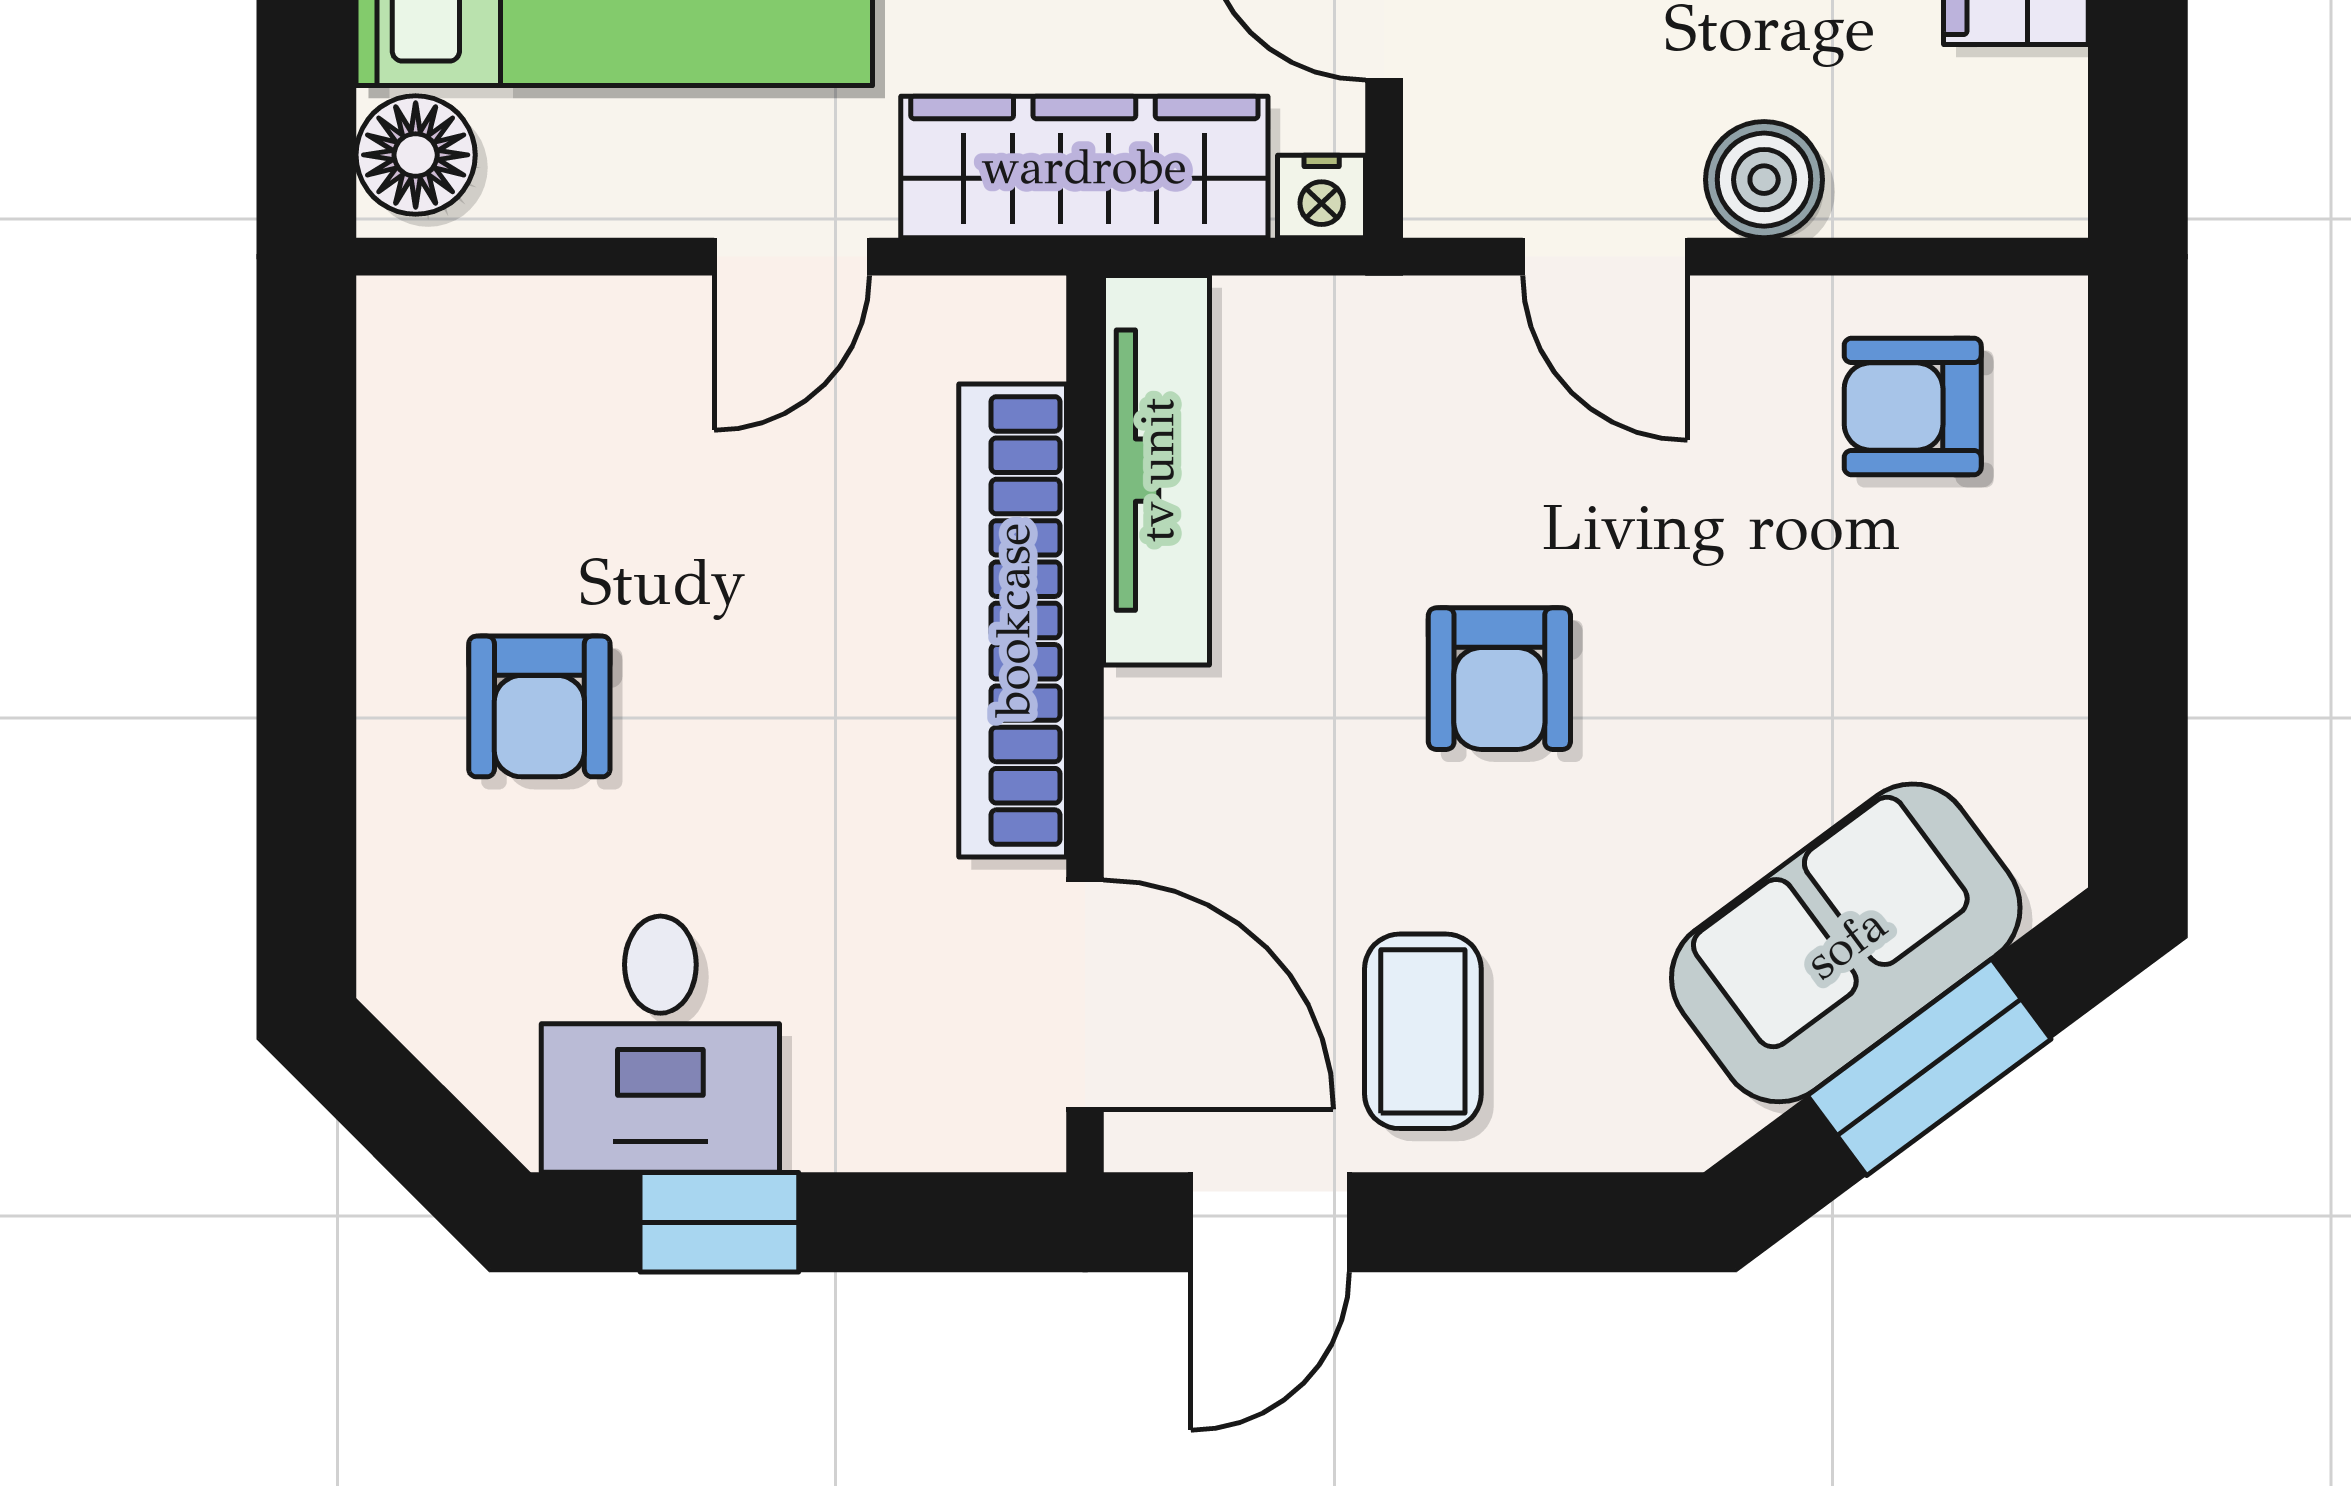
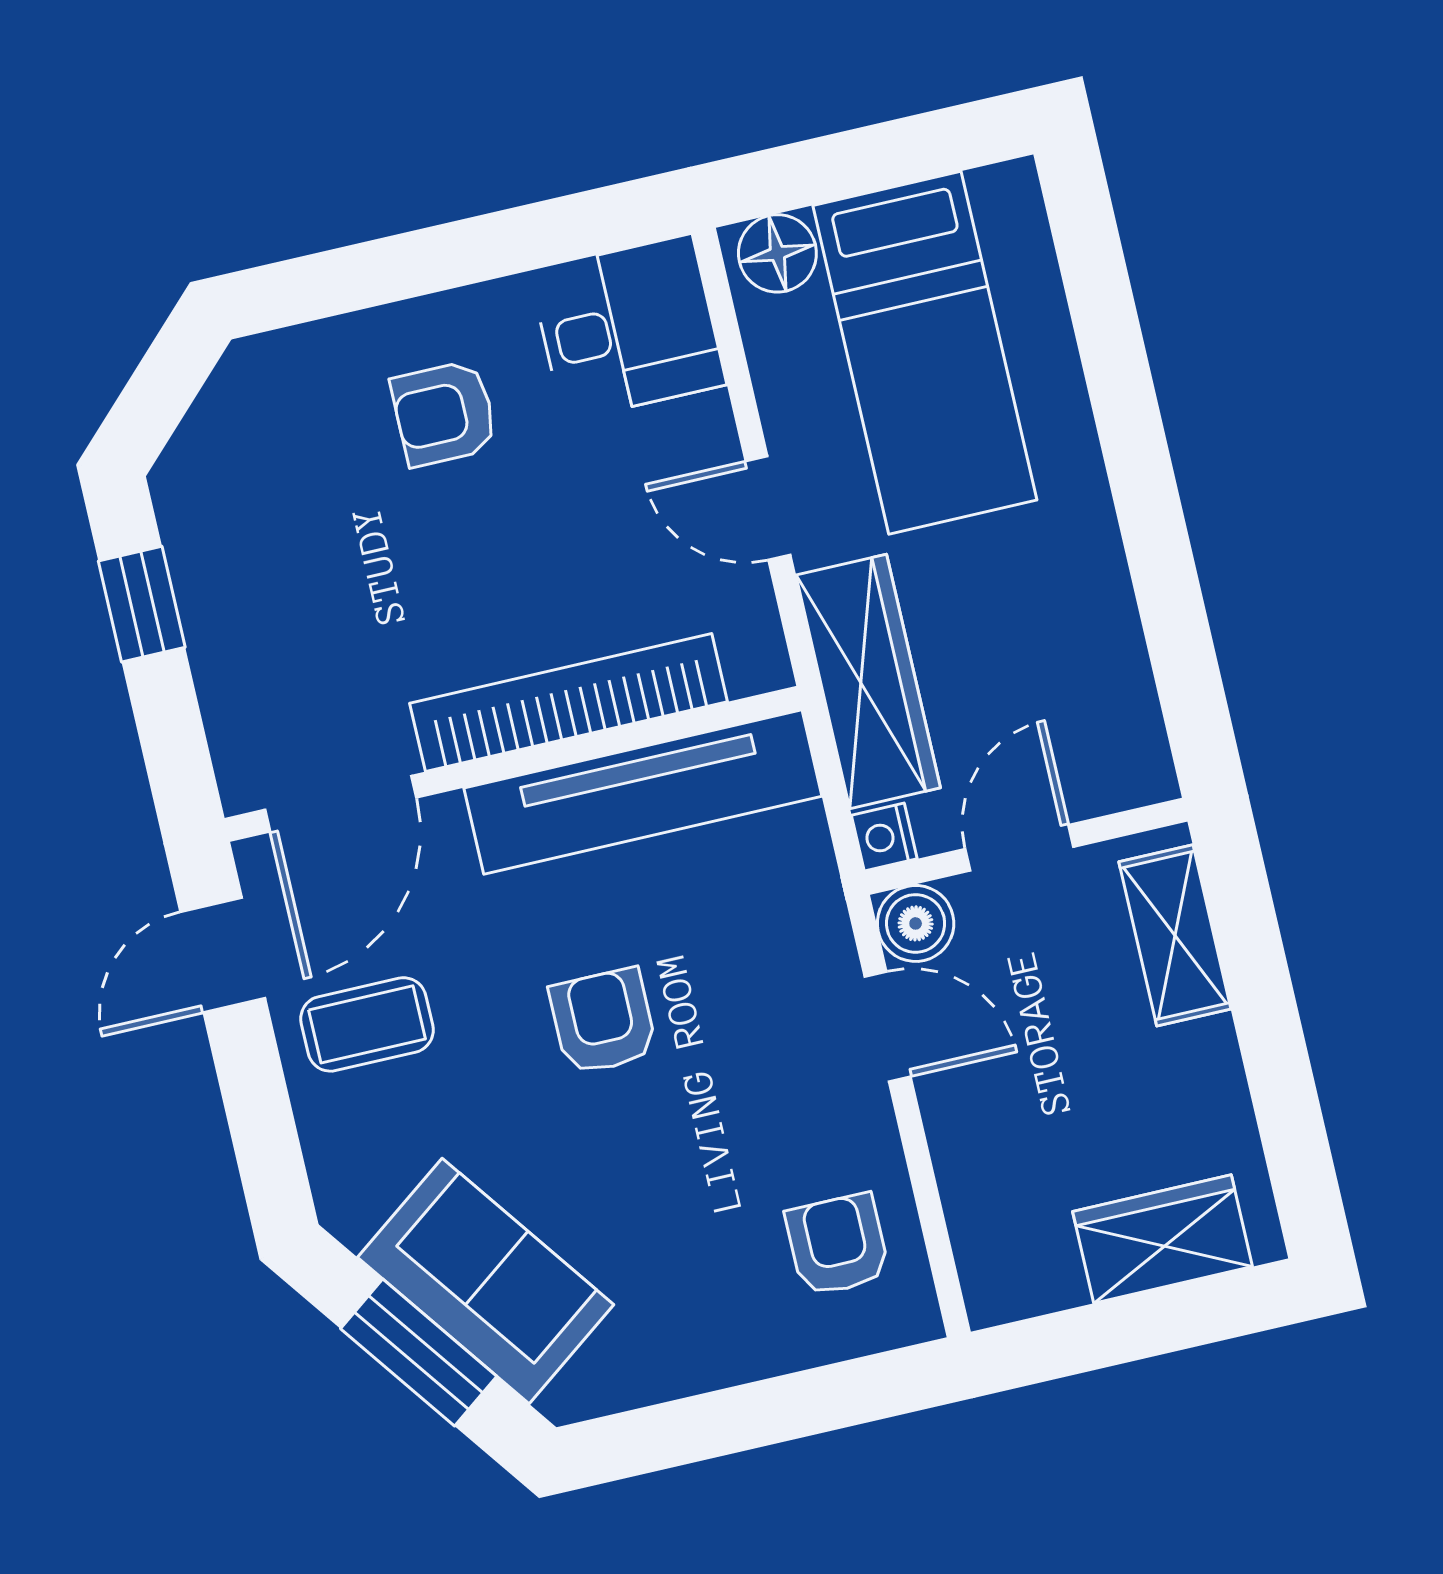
boiler: (1764, 180) -> (916, 923), moved
door: (1605, 257) -> (888, 1027), swing flipped
tv unit: (1157, 470) -> (643, 792), width x1.36, depth x1.29
armchair: (1499, 679) -> (603, 1021), turned 90
desk: (660, 1044) -> (628, 328), moved, turned 180
door: (1270, 1222) -> (223, 955), hinge flipped

